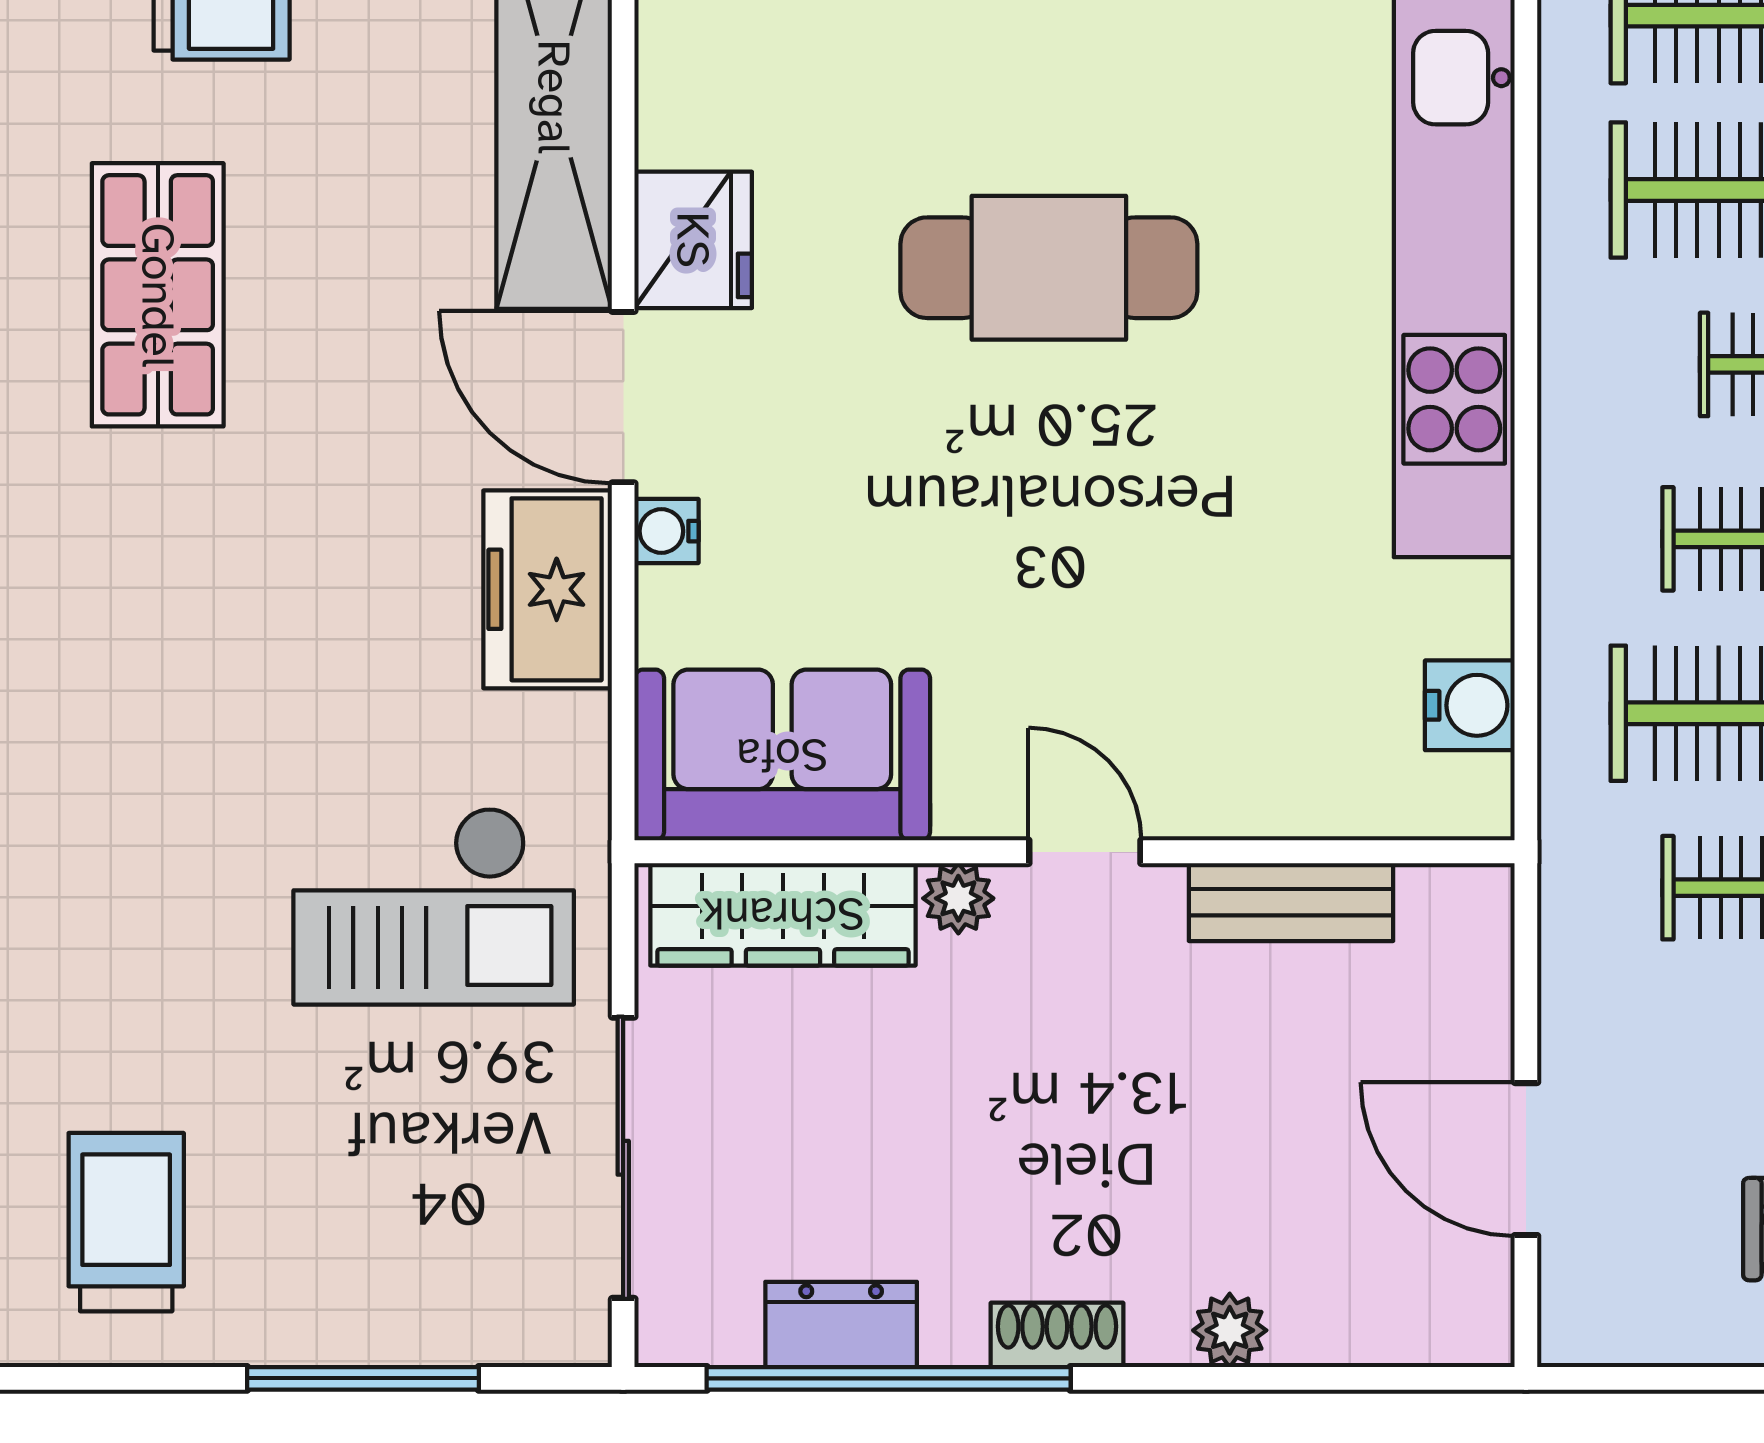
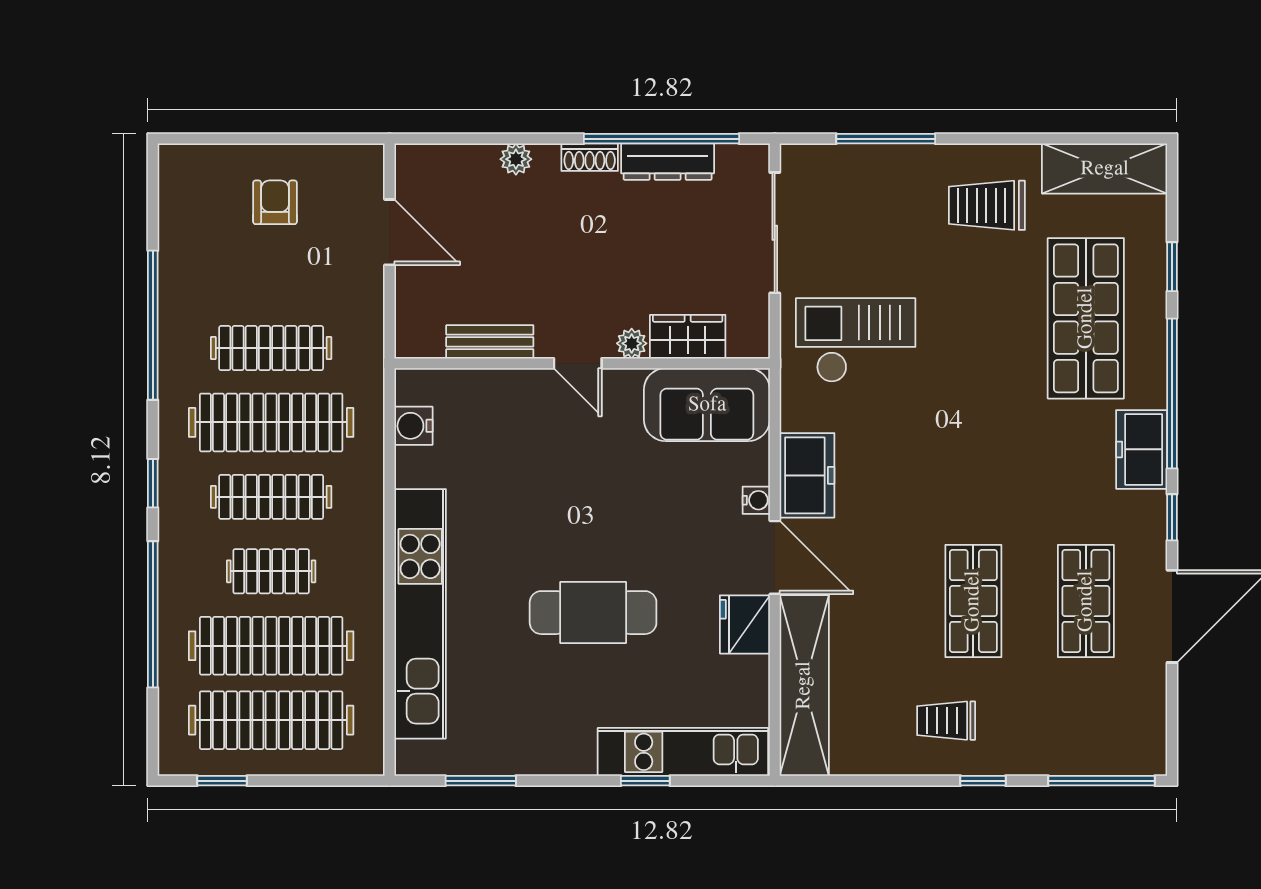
wardrobe: (783, 914) -> (688, 337), width x0.67
trolley: (126, 1222) -> (987, 205), turned 90
dresser: (841, 1324) -> (668, 162), width x1.44

